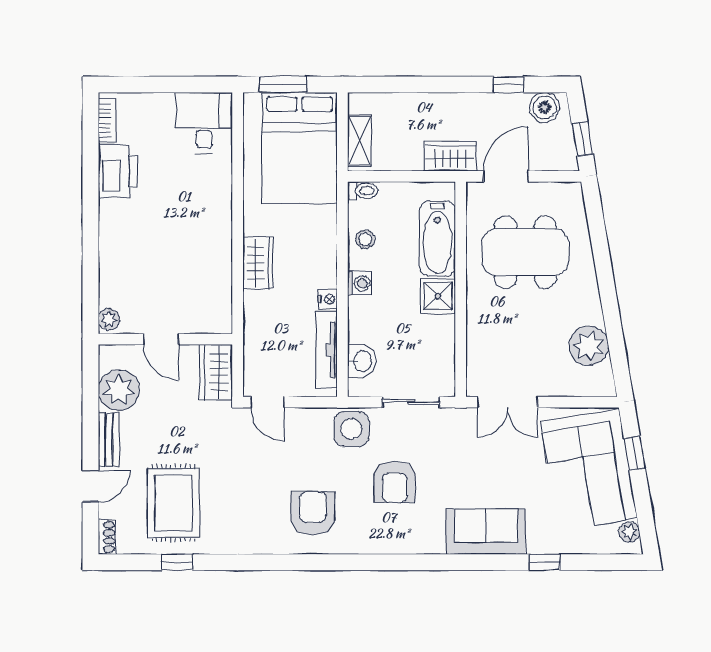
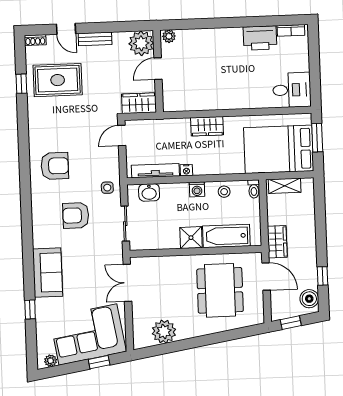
plant: (119, 390) -> (141, 43), moved
side table: (351, 429) -> (107, 188), width x0.54, depth x0.54

